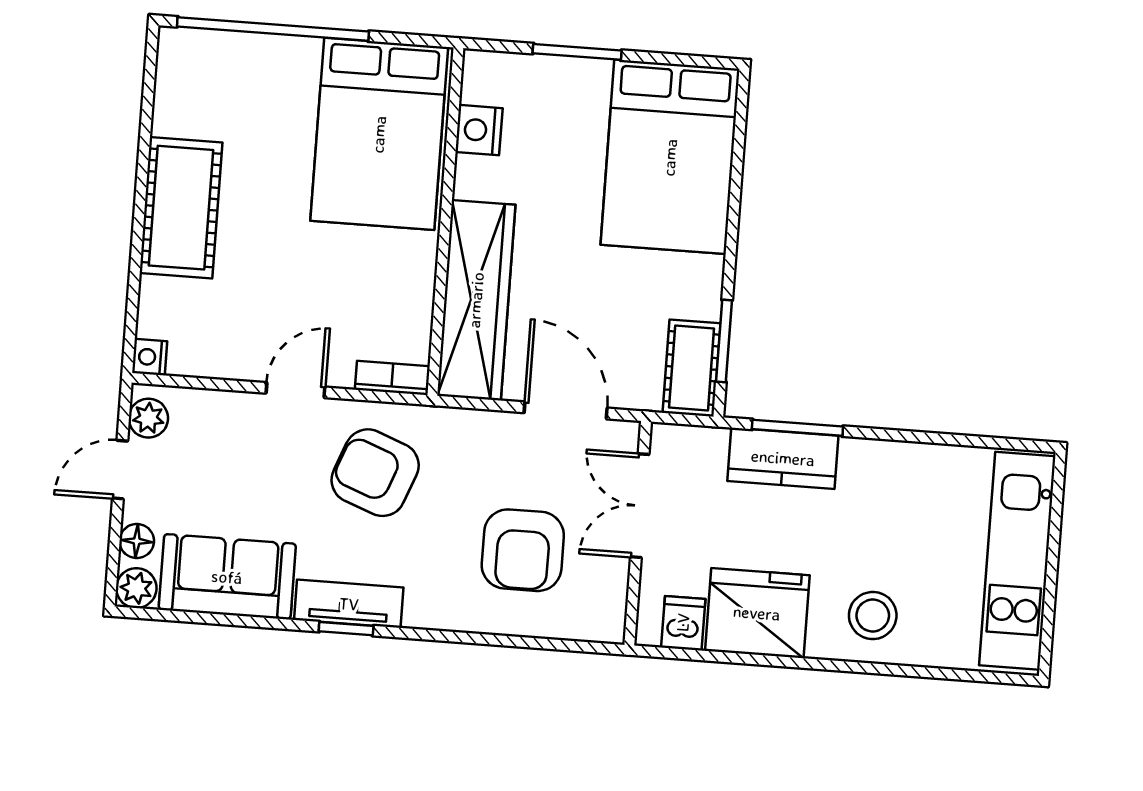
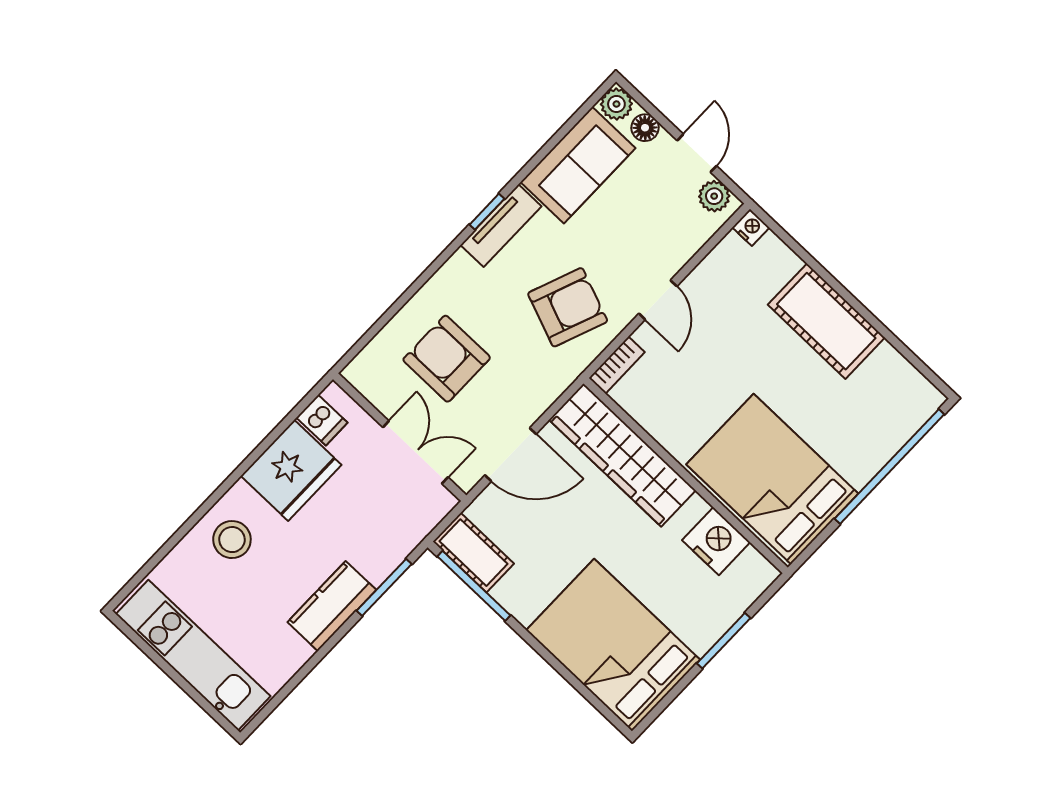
nightstand: (479, 130) -> (716, 541), width x1.36, depth x1.33
window: (724, 341) -> (474, 586), width x1.44
kitchen counter: (783, 458) -> (332, 606), moved

